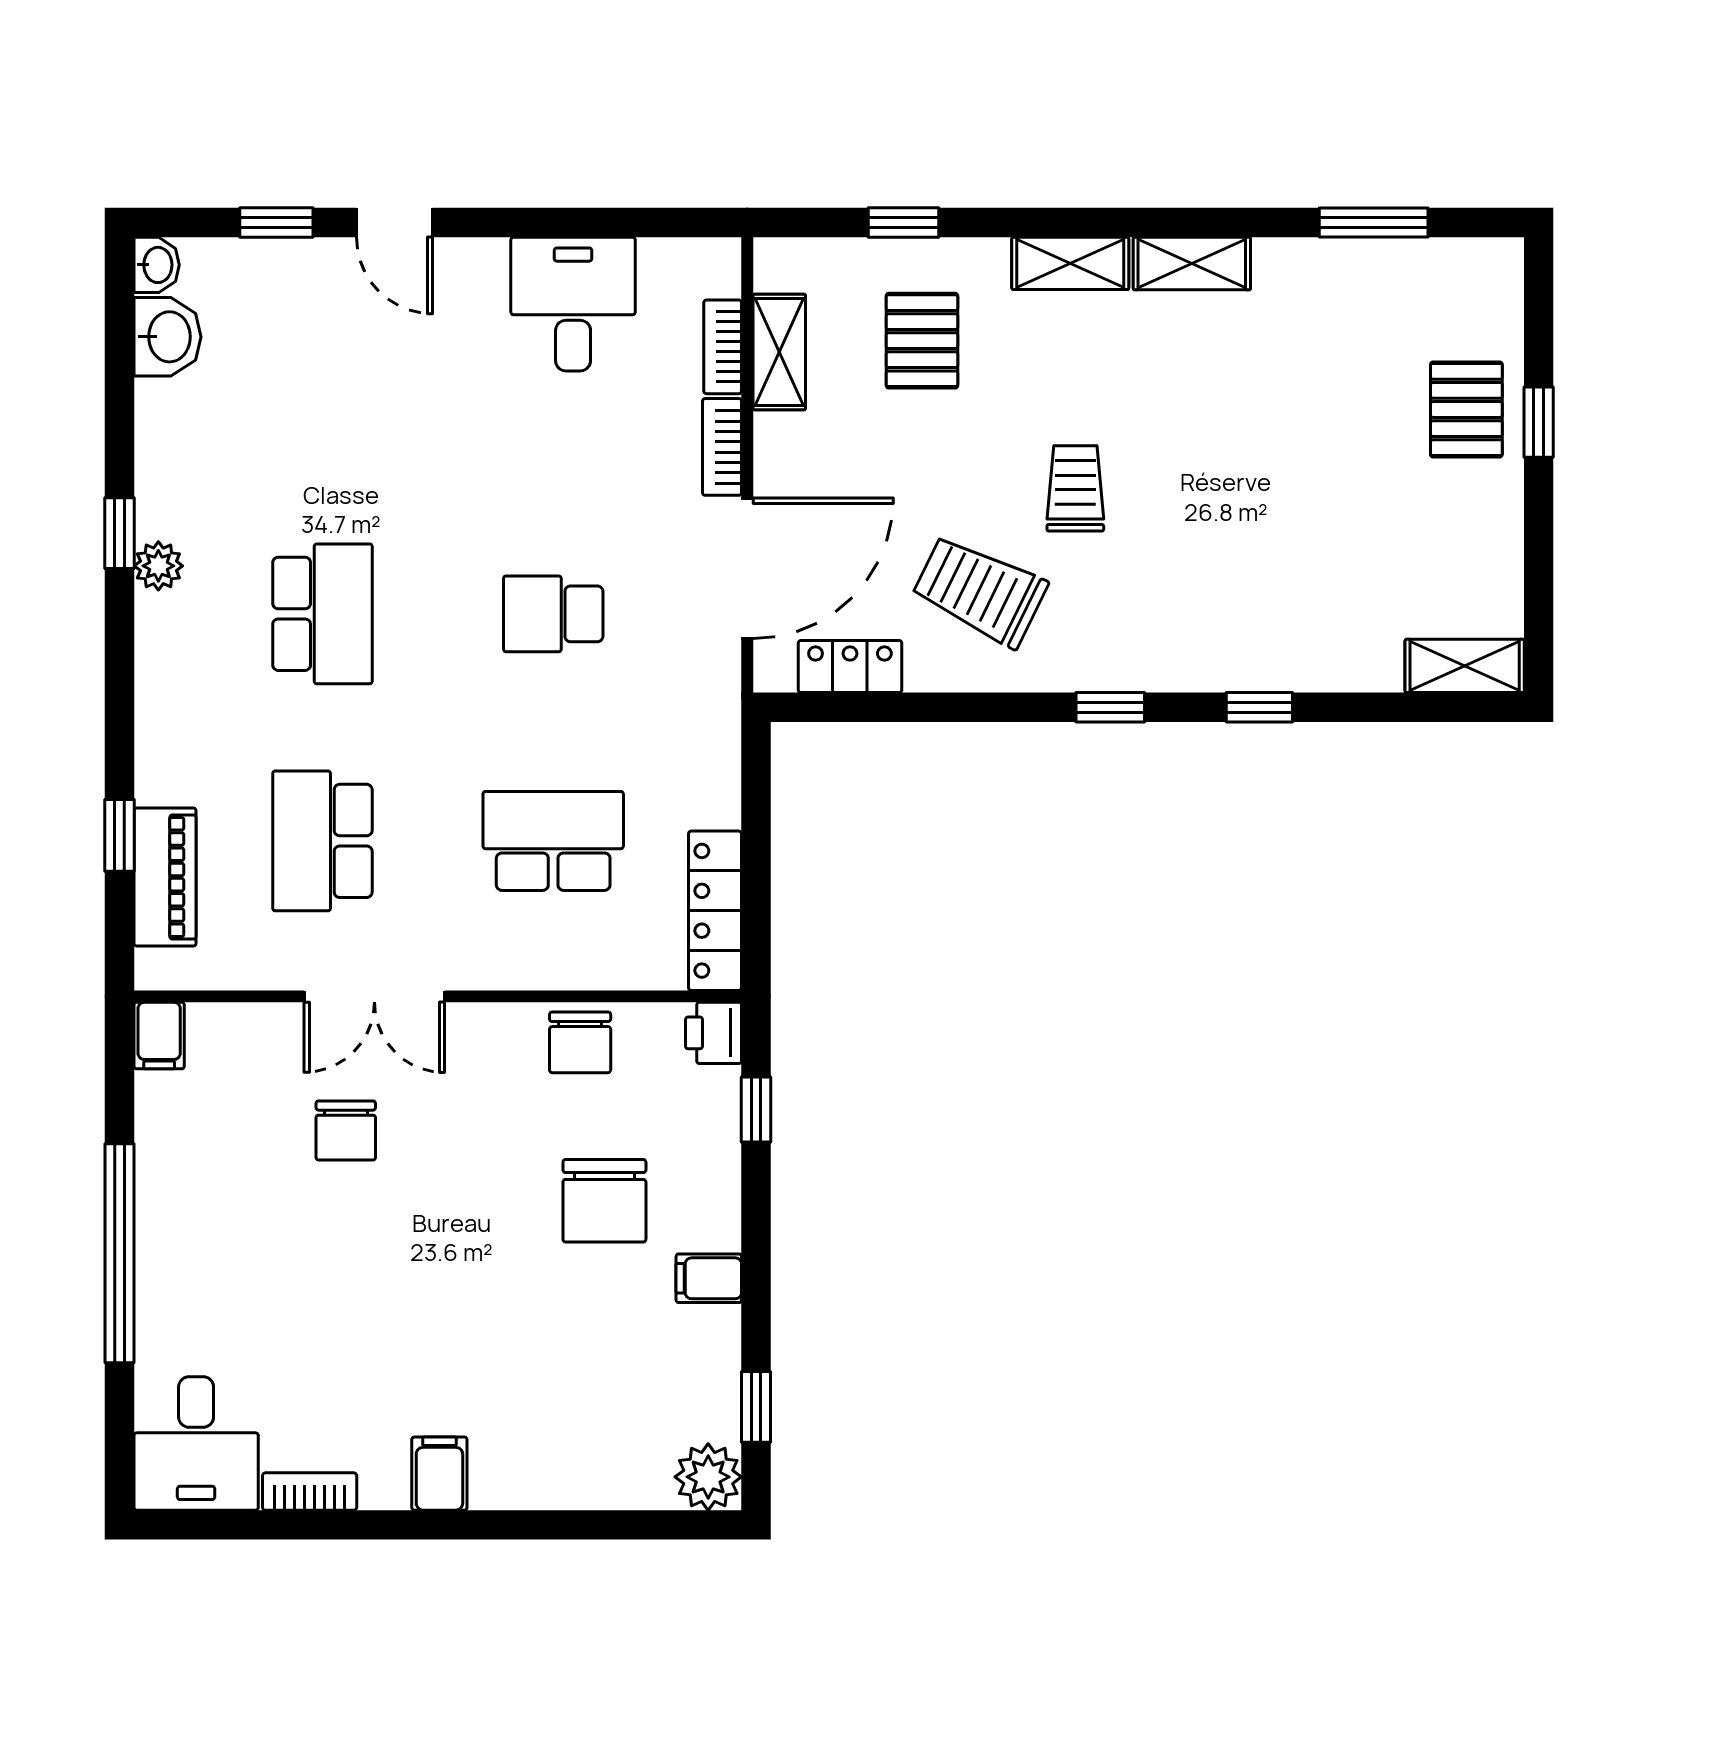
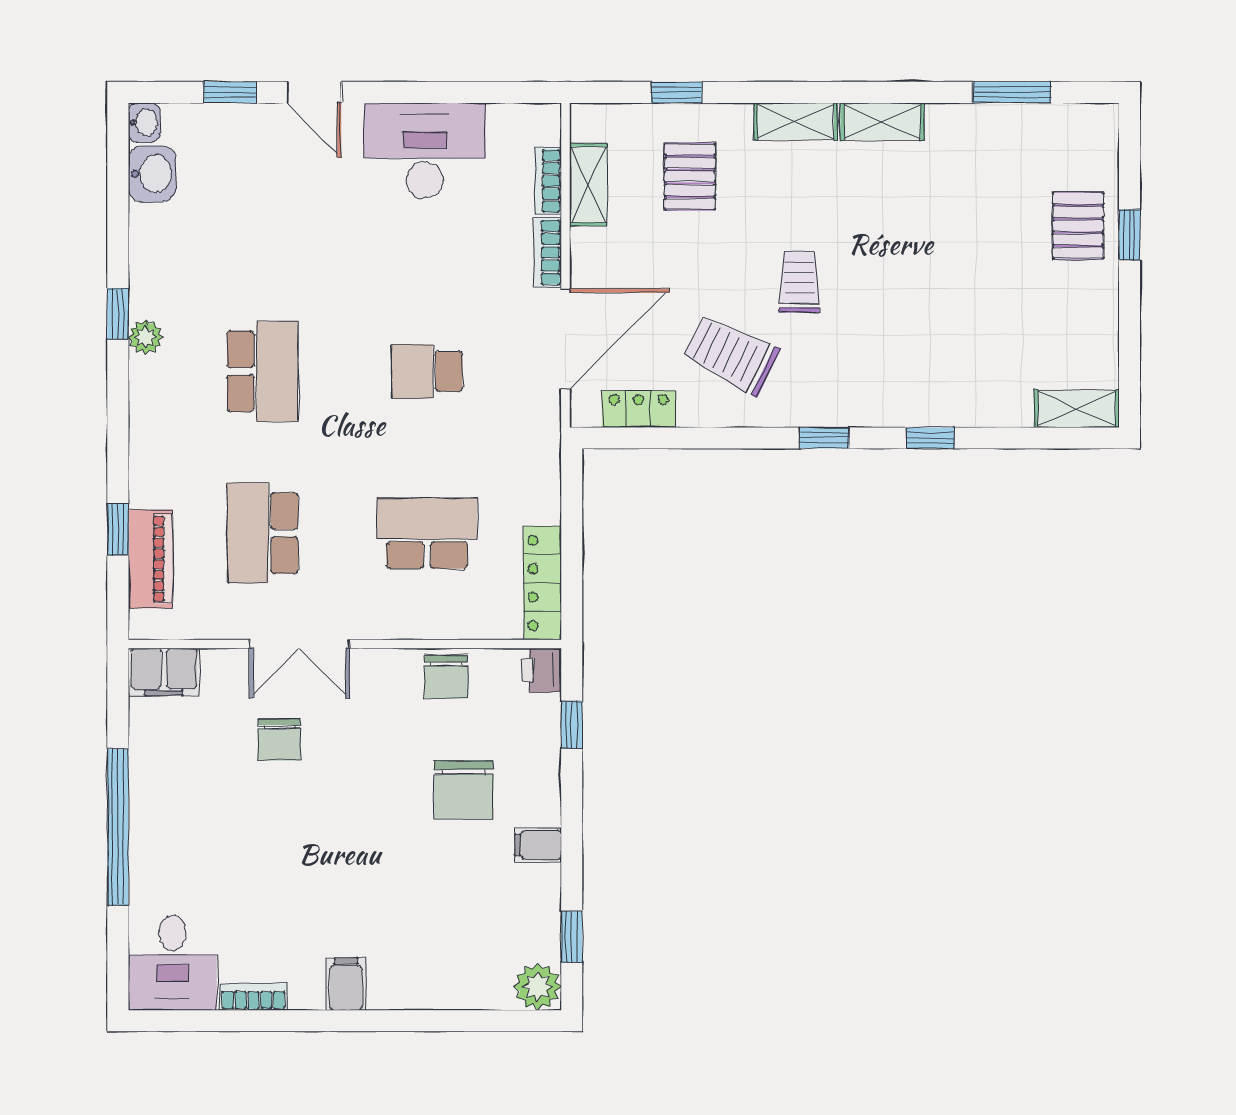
desk: (573, 304) -> (425, 151), width x1.37
filing cabinet: (159, 1036) -> (164, 672), width x2.00

